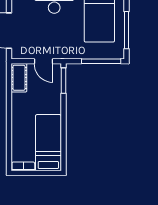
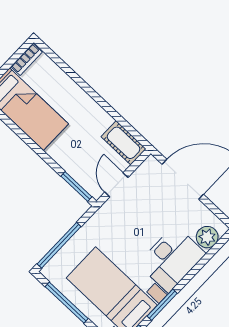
door: (43, 61) -> (116, 185), hinge flipped

